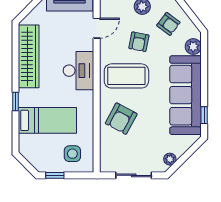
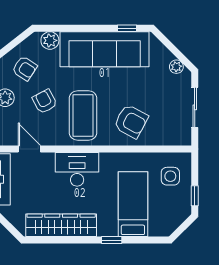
armchair: (168, 24) -> (25, 68), turned 86
armchair: (139, 42) -> (45, 101), turned -129

